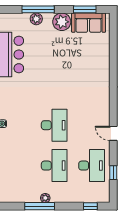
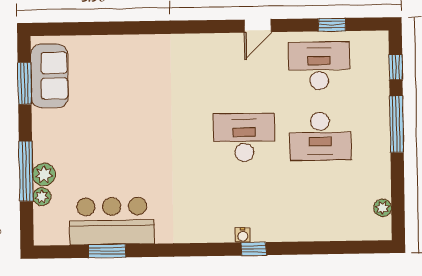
plant: (62, 22) -> (42, 197), moved, width x0.53, depth x0.53
desk: (54, 166) -> (320, 136), turned 180
plant: (45, 198) -> (383, 208), moved
window: (40, 206) -> (397, 124), moved

